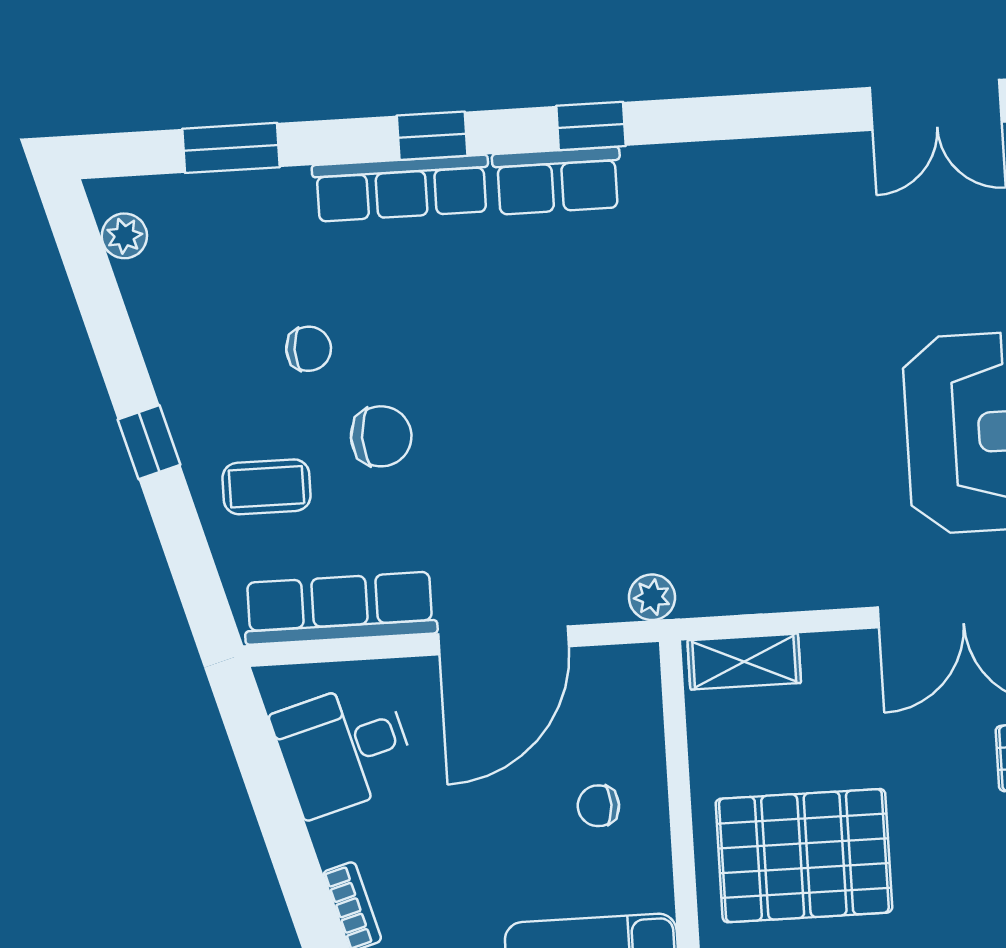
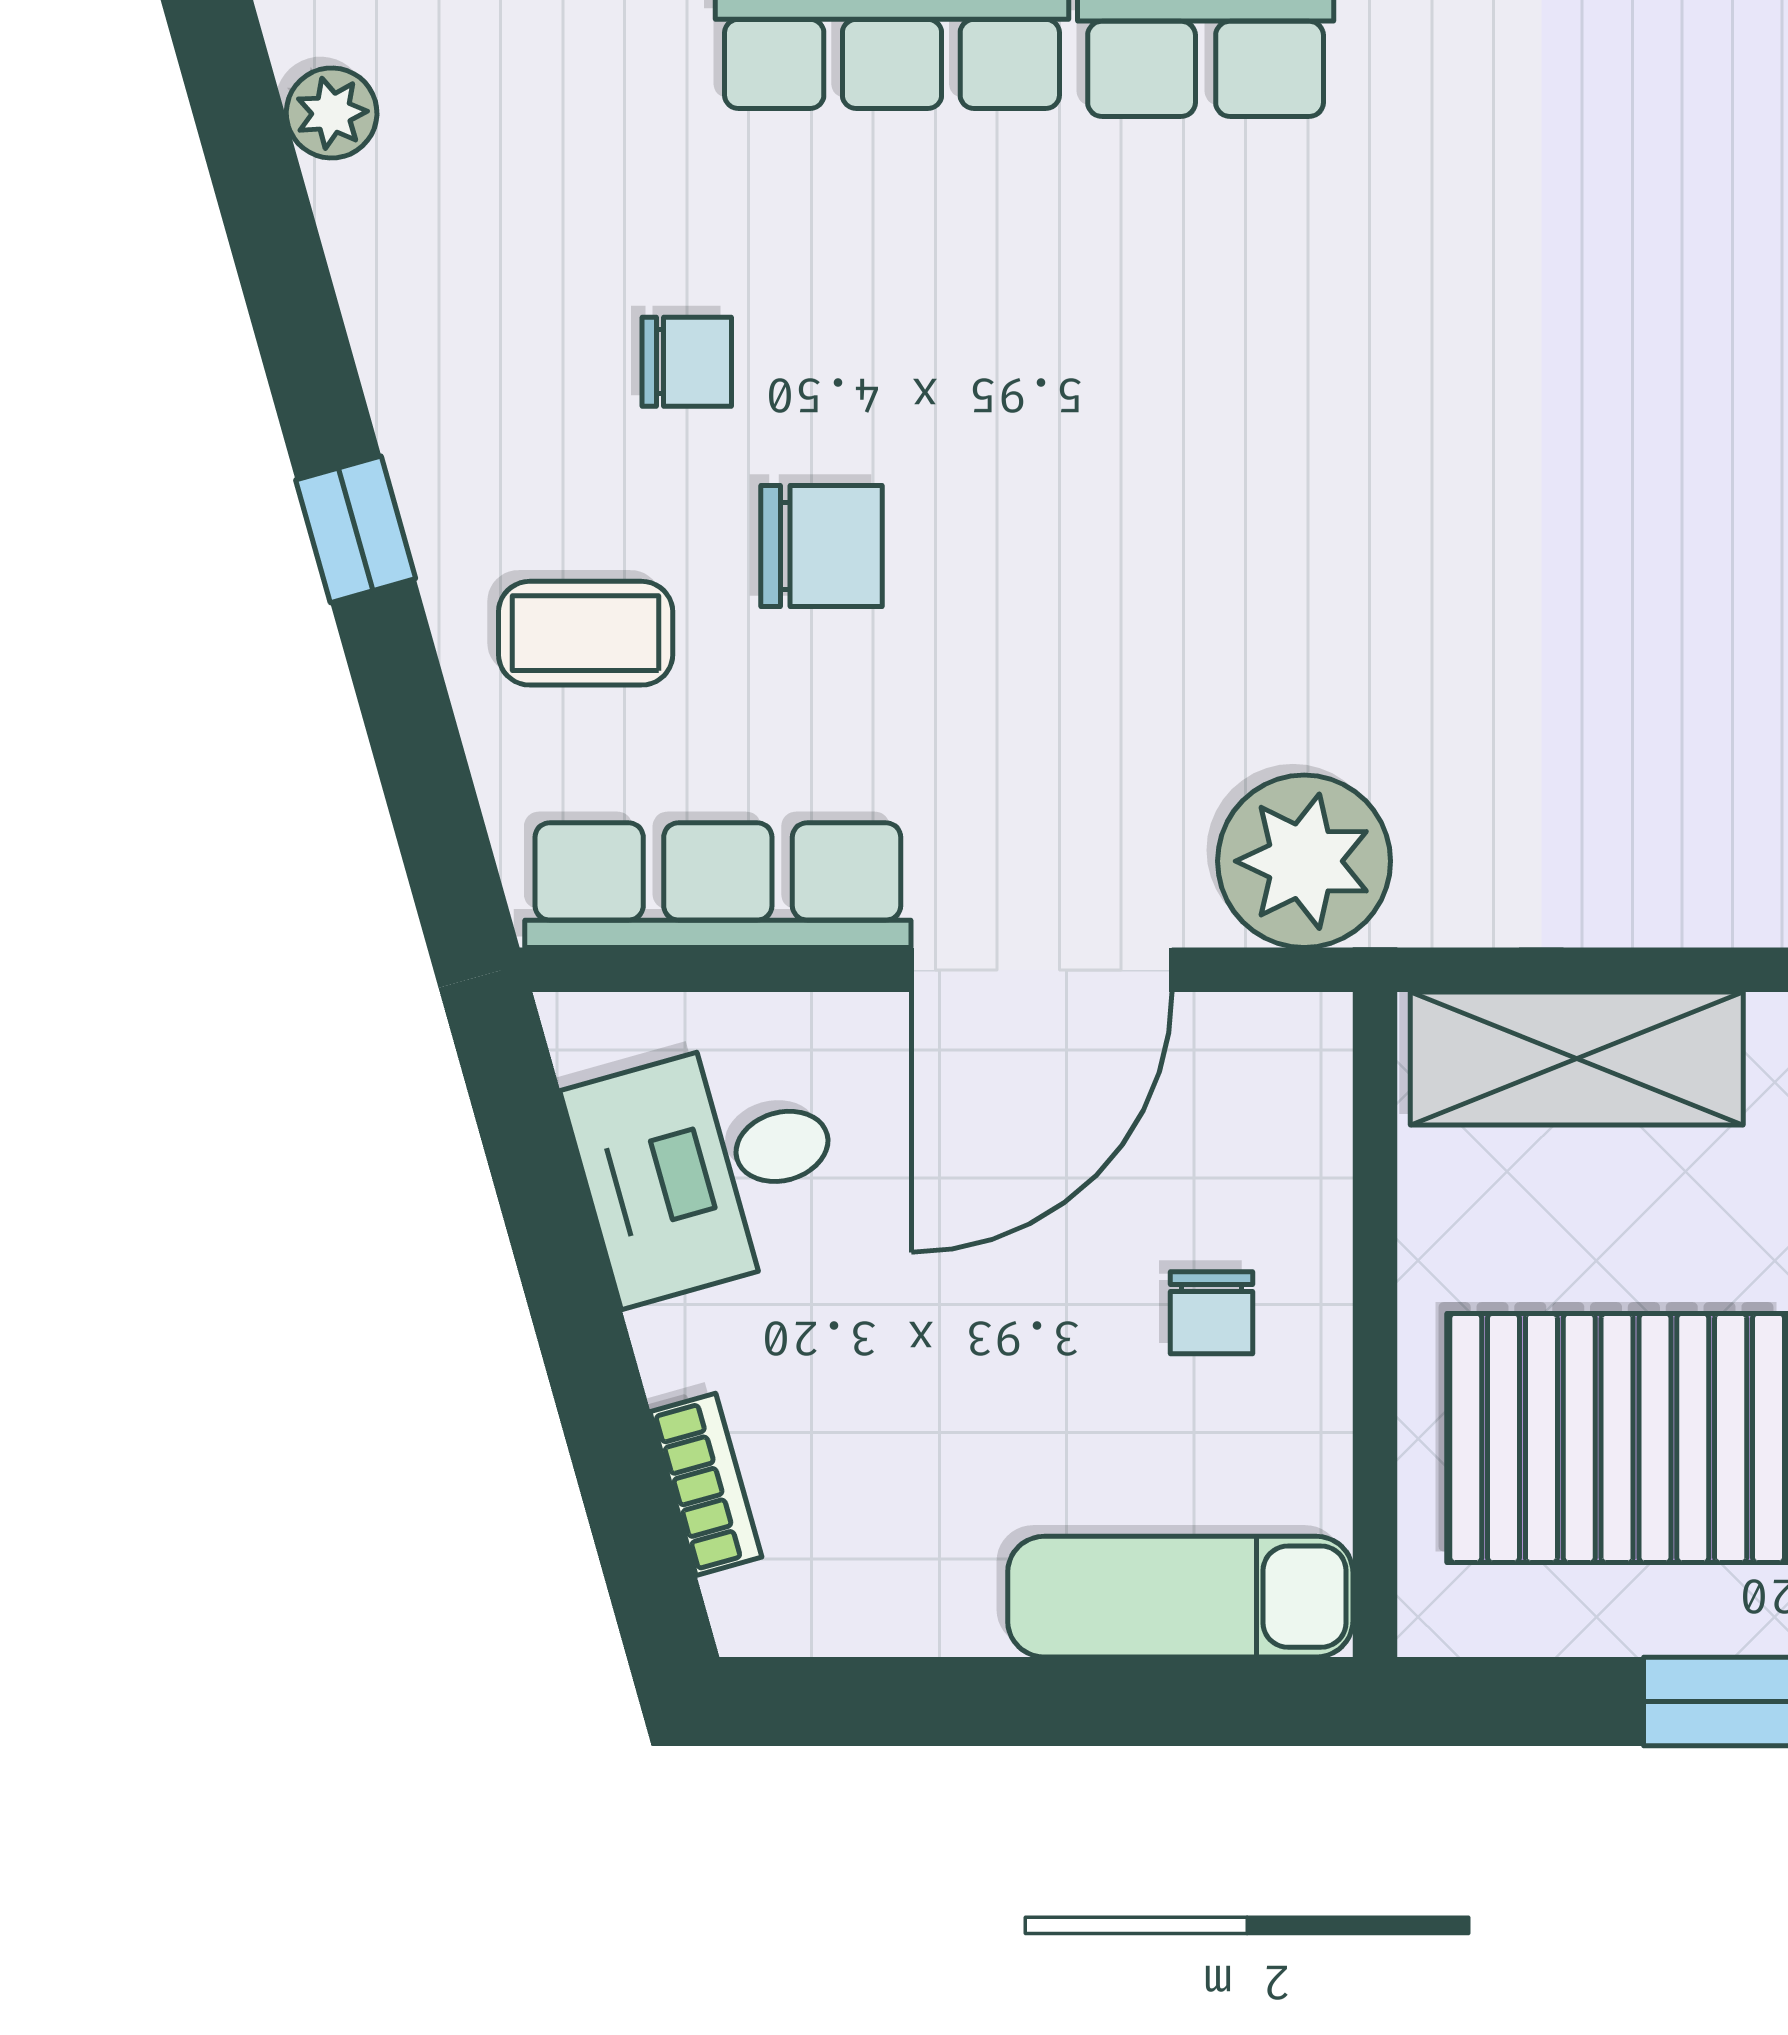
plant: (652, 597) -> (1304, 861), width x1.87, depth x1.87
shelving: (744, 662) -> (1577, 1058), width x1.50, depth x1.33
chair: (598, 806) -> (1211, 1313), turned -90

